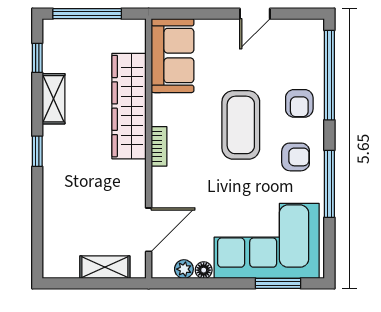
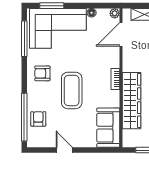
door: (255, 14) -> (64, 150), hinge flipped
armchair: (299, 103) -> (38, 119), moved
window: (329, 184) -> (24, 39), moved
plant: (184, 269) -> (115, 13), moved

